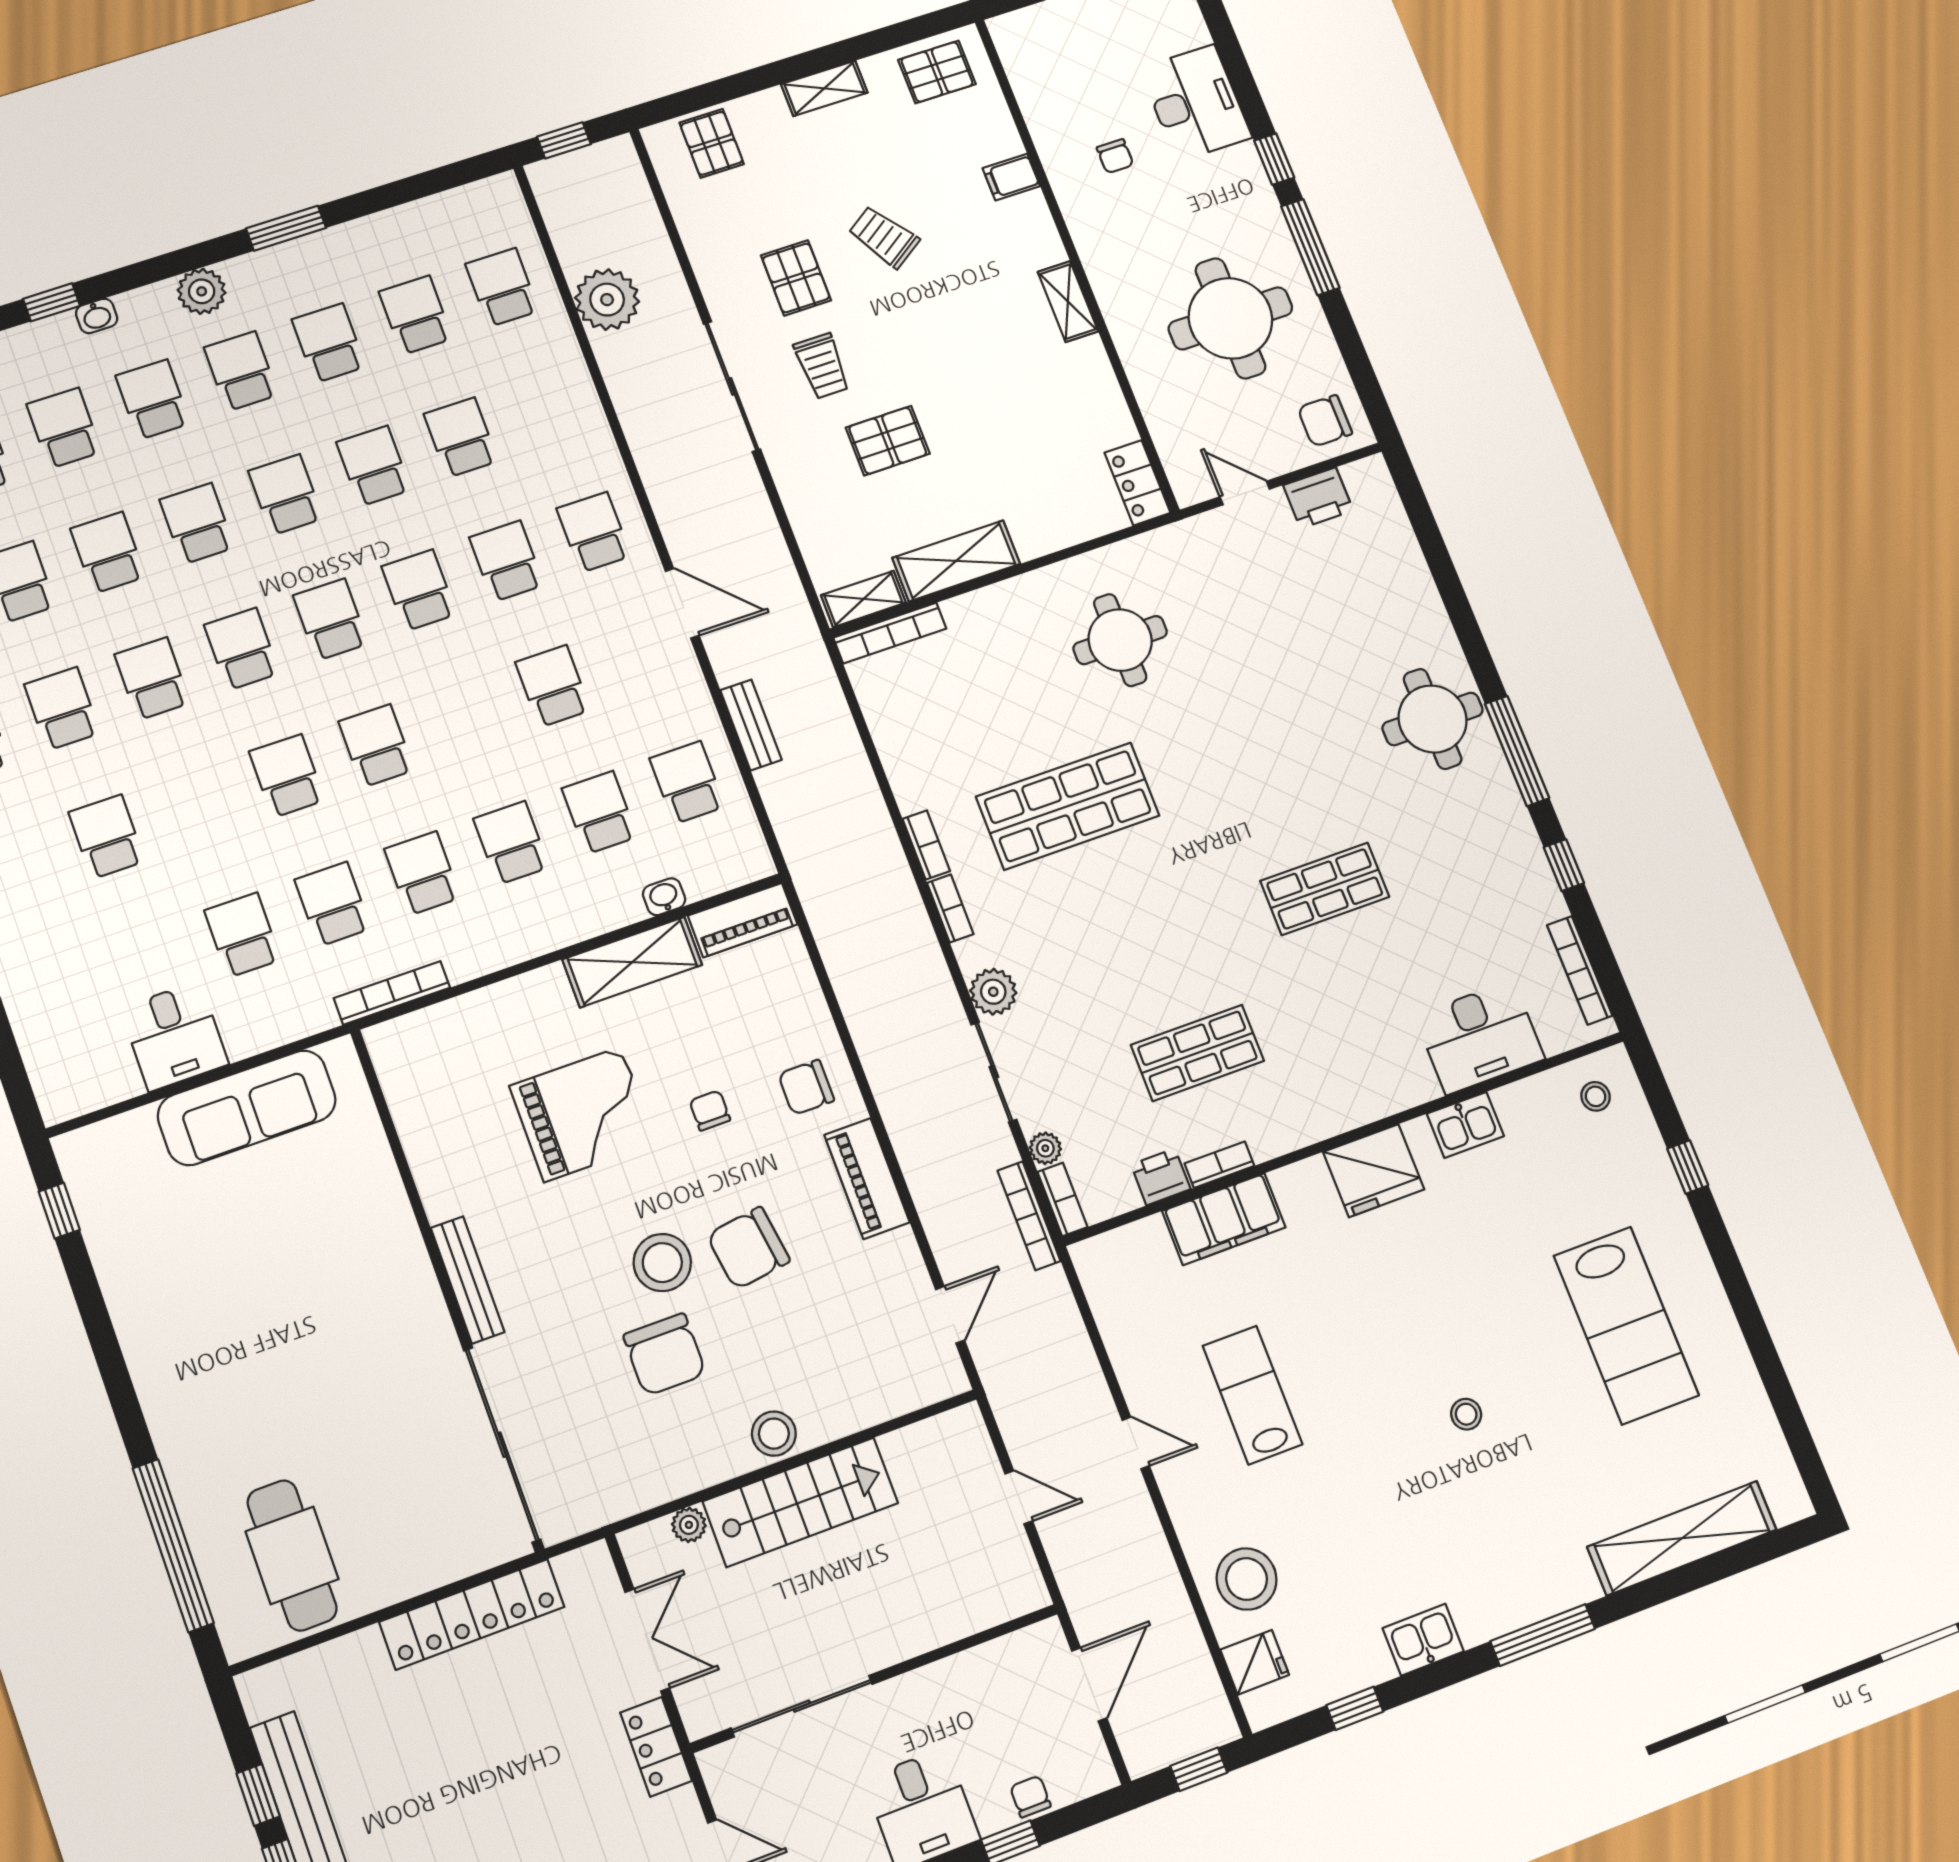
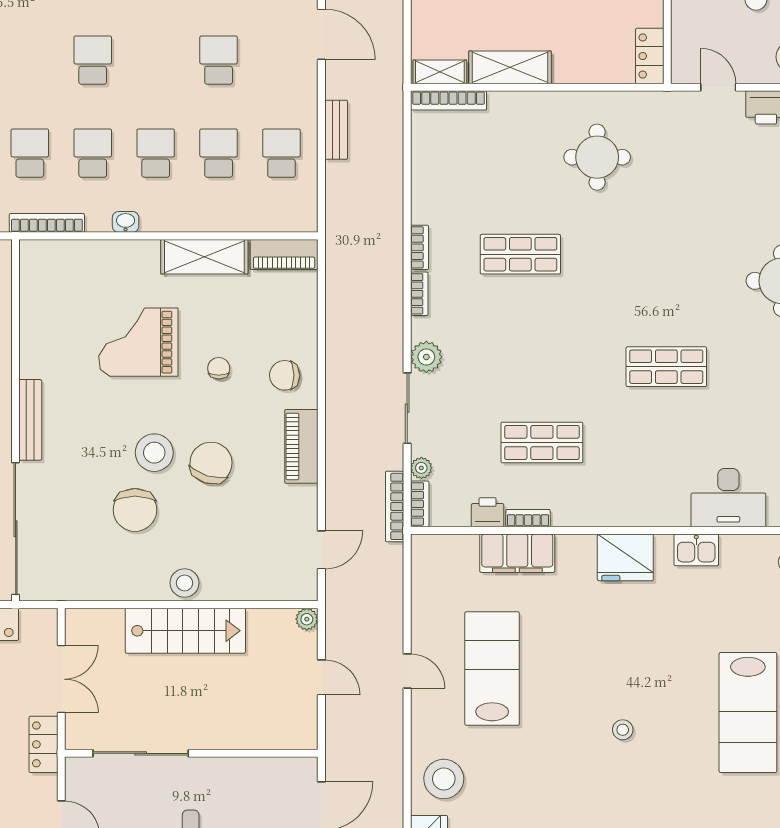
school desk: (287, 776) -> (30, 60), removed
shop shelf: (1068, 806) -> (520, 254), width x0.70, depth x0.74
washbasin: (664, 897) -> (126, 222), moved
grand piano: (583, 1114) -> (138, 342), turned 180
chair: (748, 1248) -> (211, 463), turned 115
lab bench: (1252, 1395) -> (492, 669), width x1.36, depth x1.39
plant: (689, 1525) -> (307, 619), moved

